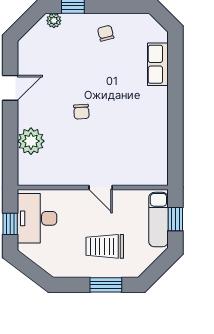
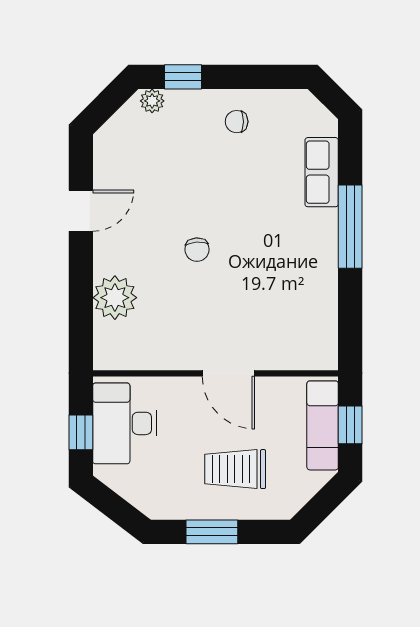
chair: (106, 33) -> (237, 122), turned -76
window: (175, 98) -> (350, 227), added
door: (101, 188) -> (228, 373), width x1.38
window: (106, 285) -> (212, 532), moved

